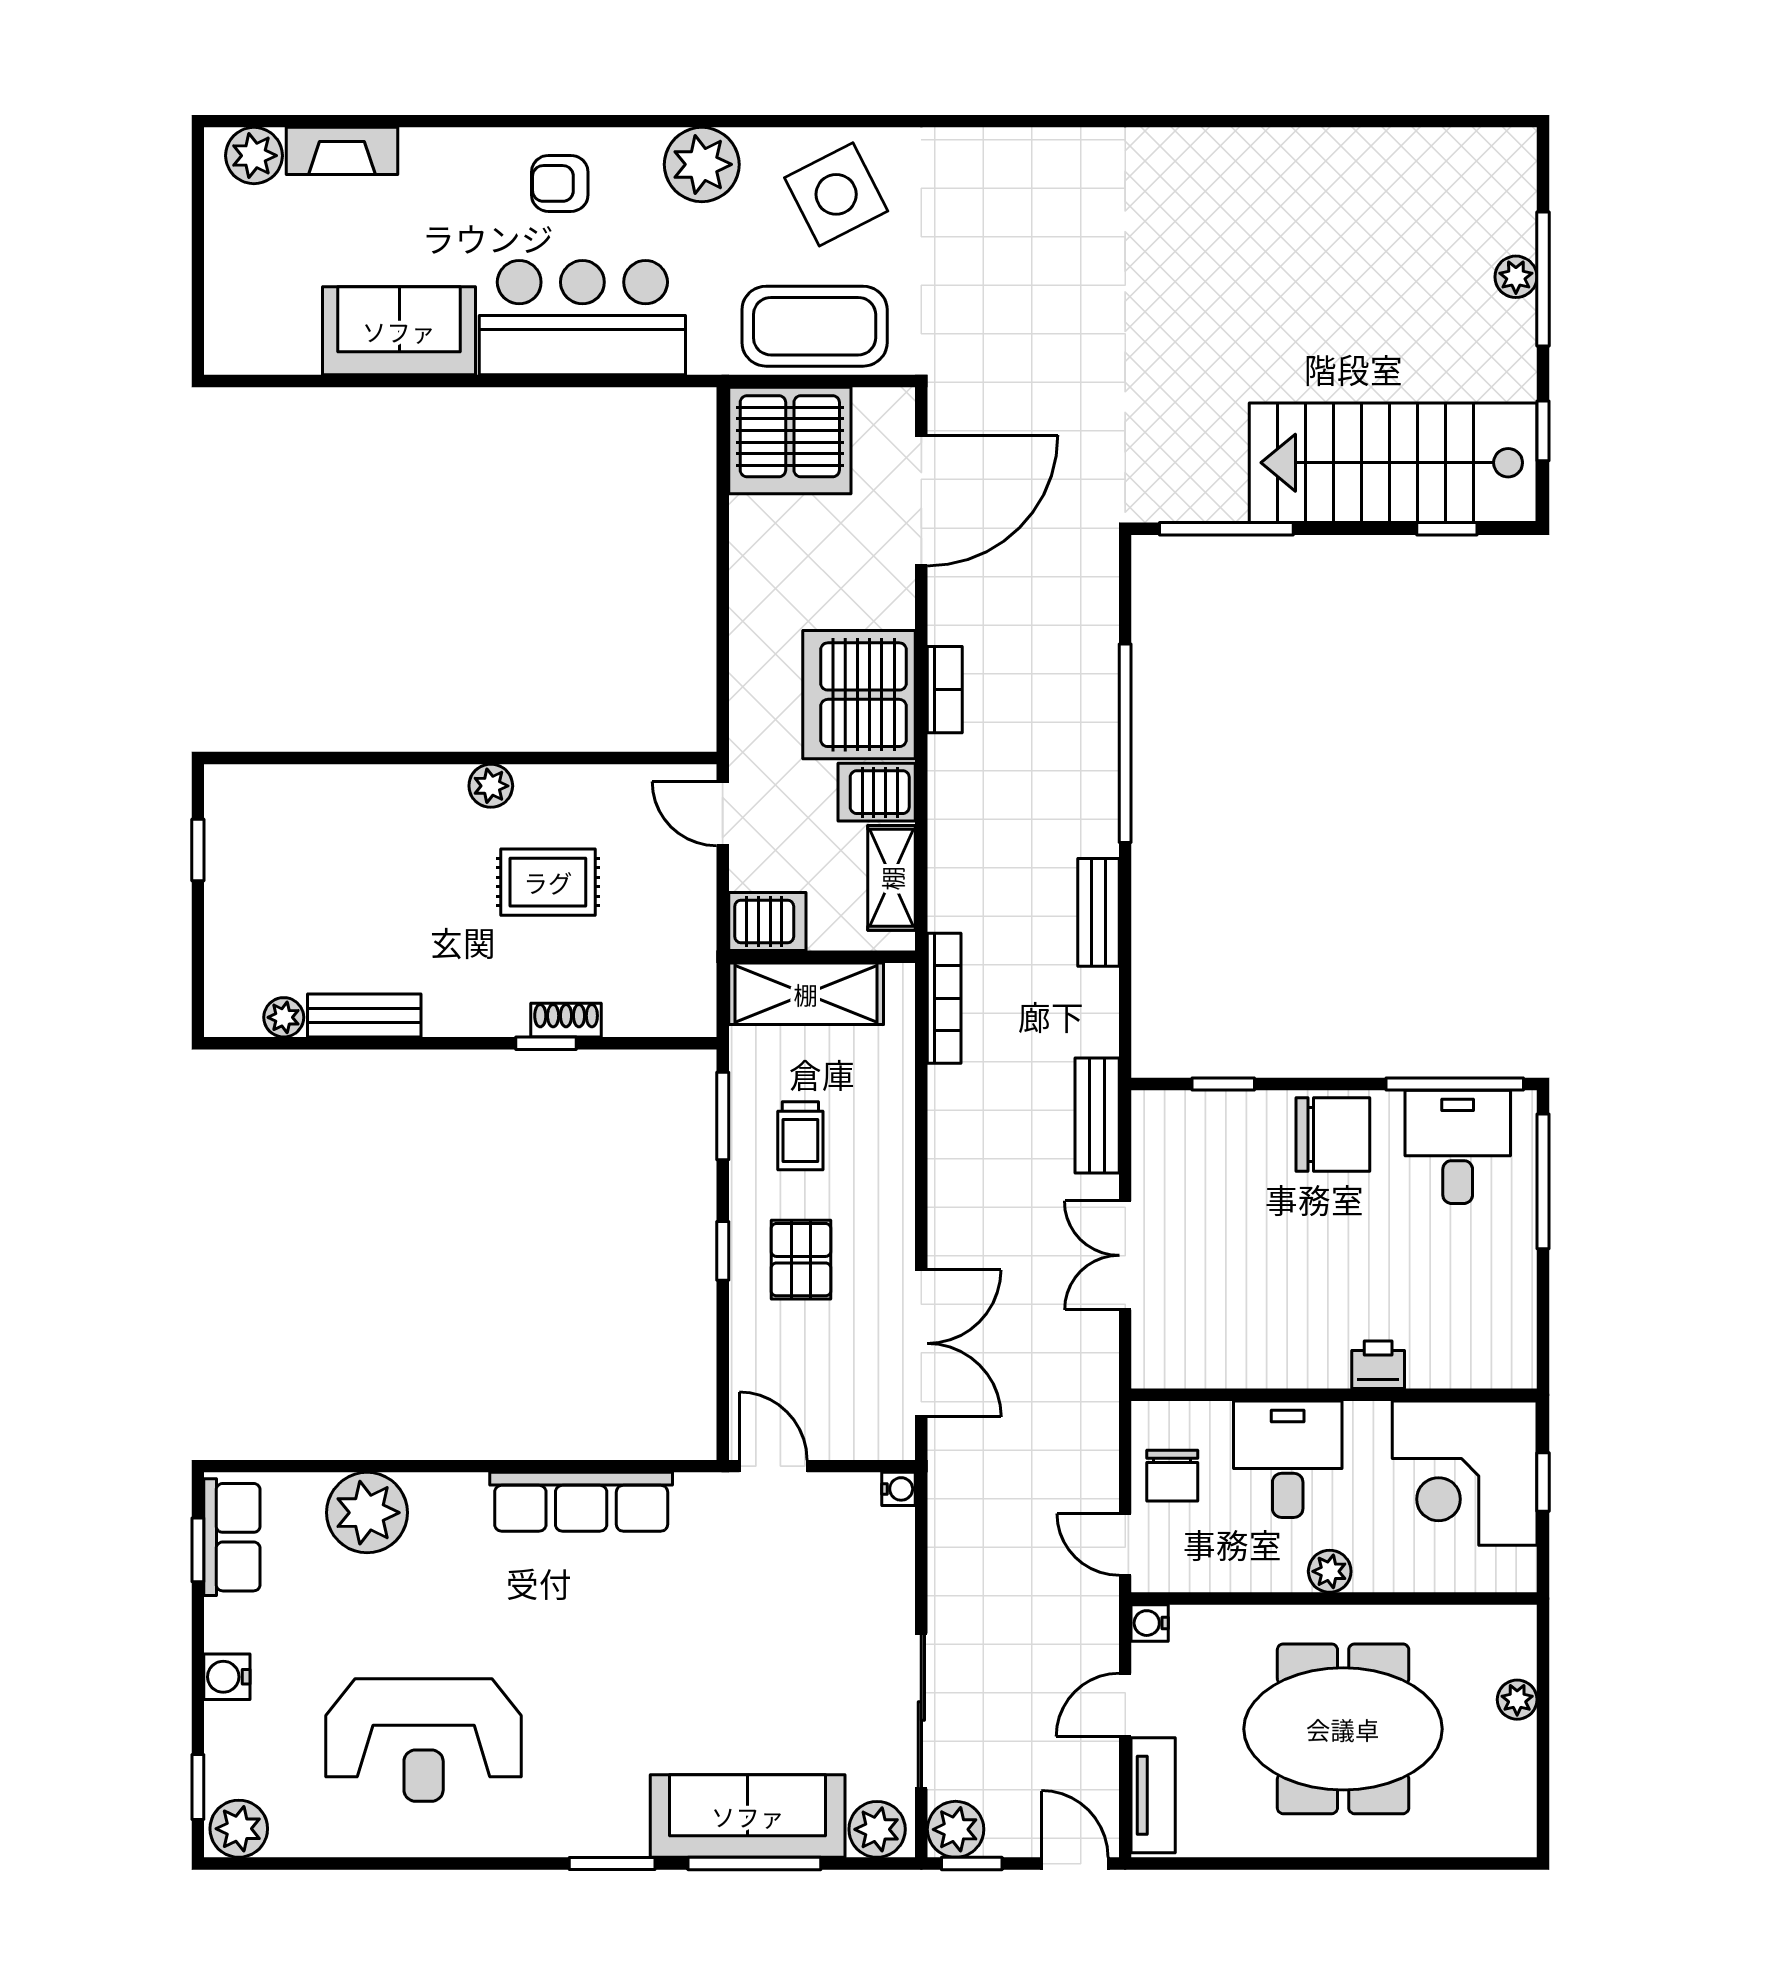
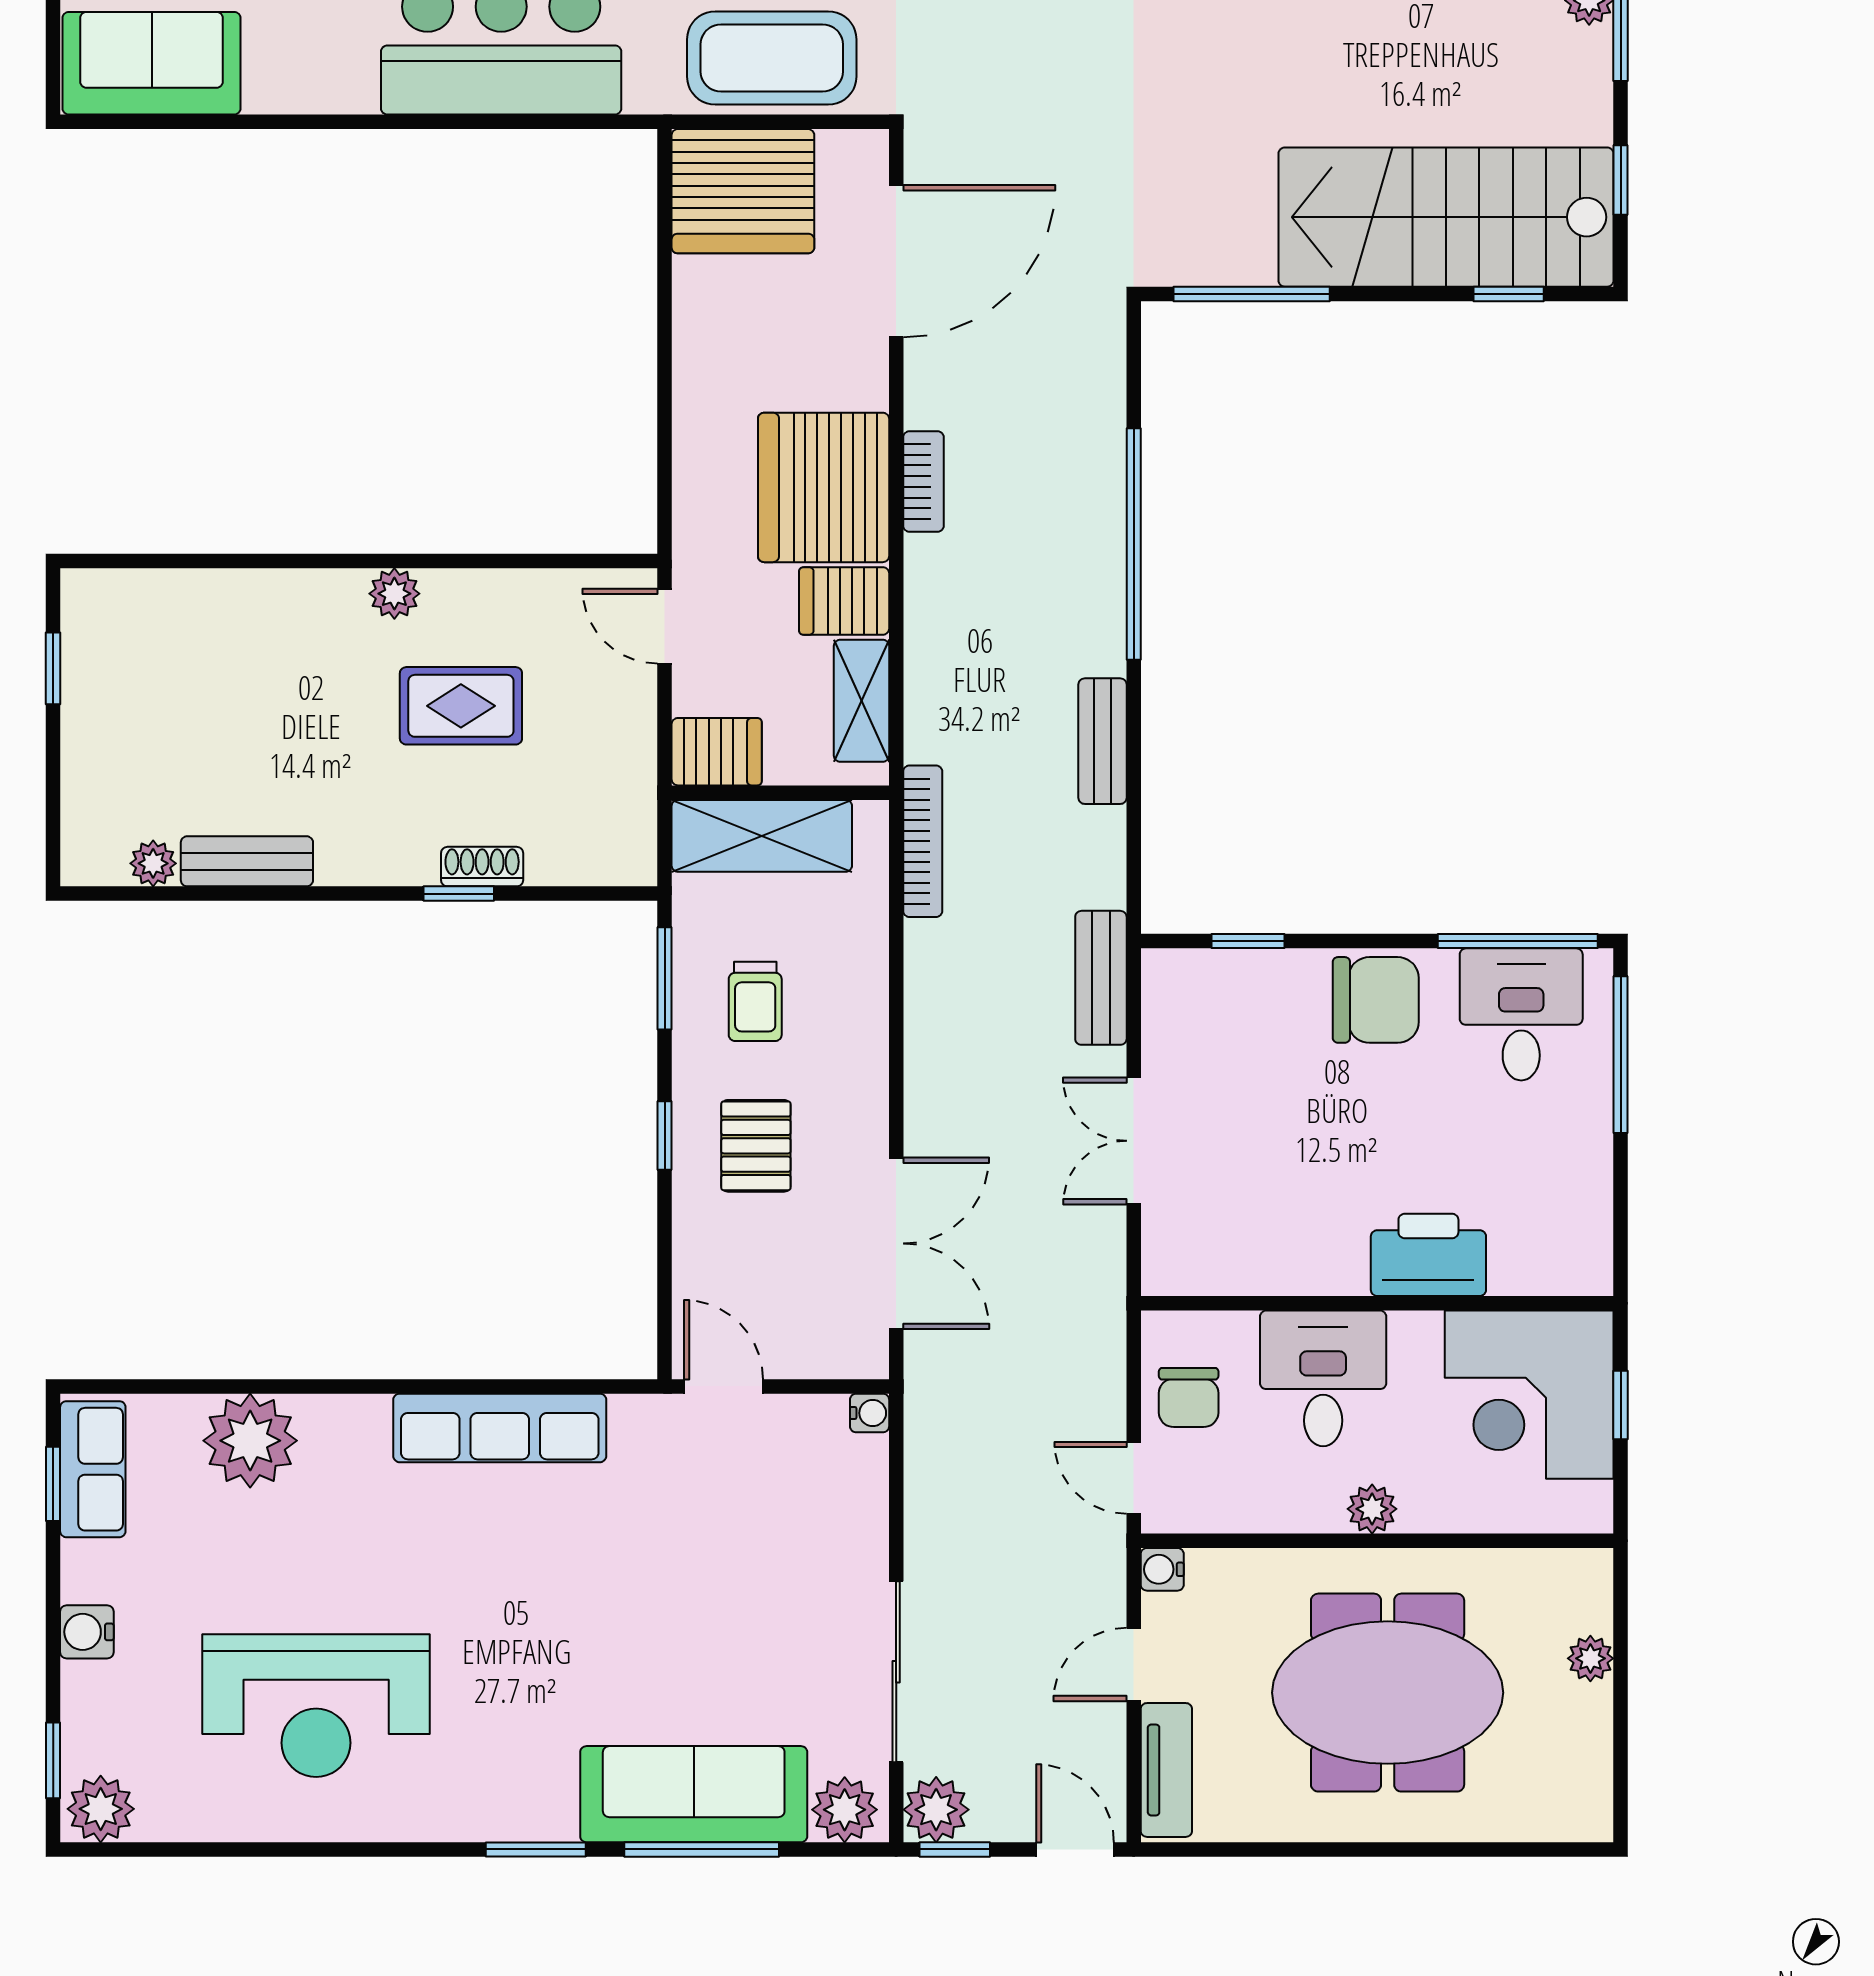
sofa: (399, 331) -> (152, 63), moved
printer: (1378, 1365) -> (1428, 1255), width x1.87, depth x1.48

